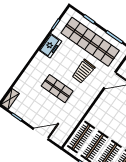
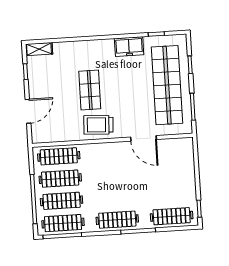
trolley: (83, 71) -> (98, 125), moved
door: (41, 134) -> (28, 111), hinge flipped

